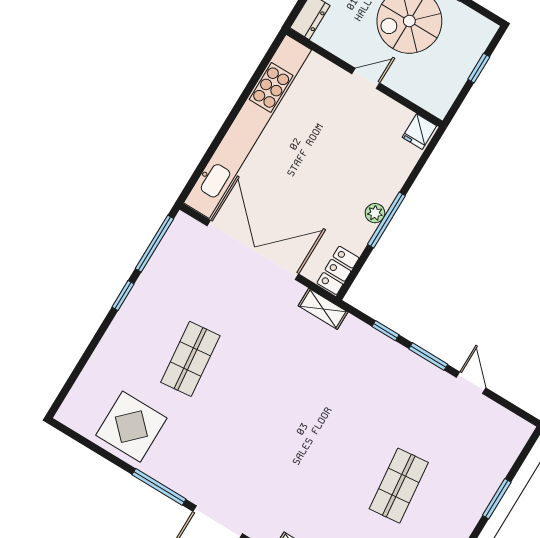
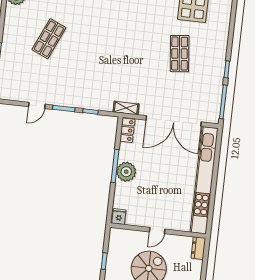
plant: (375, 213) -> (126, 172), width x1.88, depth x1.88
door: (471, 383) -> (37, 105), hinge flipped
shop shelf: (399, 486) -> (49, 39), turned 30

